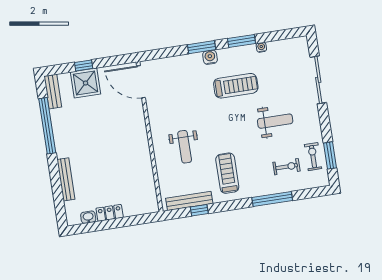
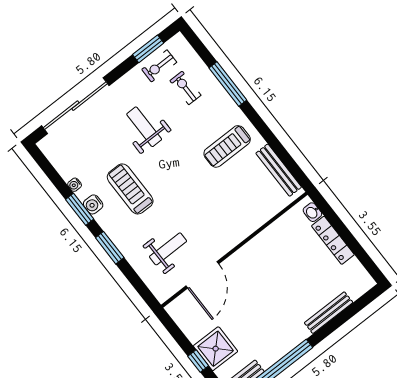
water cooler: (210, 57) -> (93, 204), moved
sliding door: (318, 80) -> (75, 106), width x1.36
door: (141, 82) -> (202, 275), moved
weight bench: (185, 147) -> (168, 249), moved
window: (199, 210) -> (283, 154), removed
locker: (110, 213) -> (333, 240), width x1.53
washbasin: (88, 217) -> (312, 212), moved

